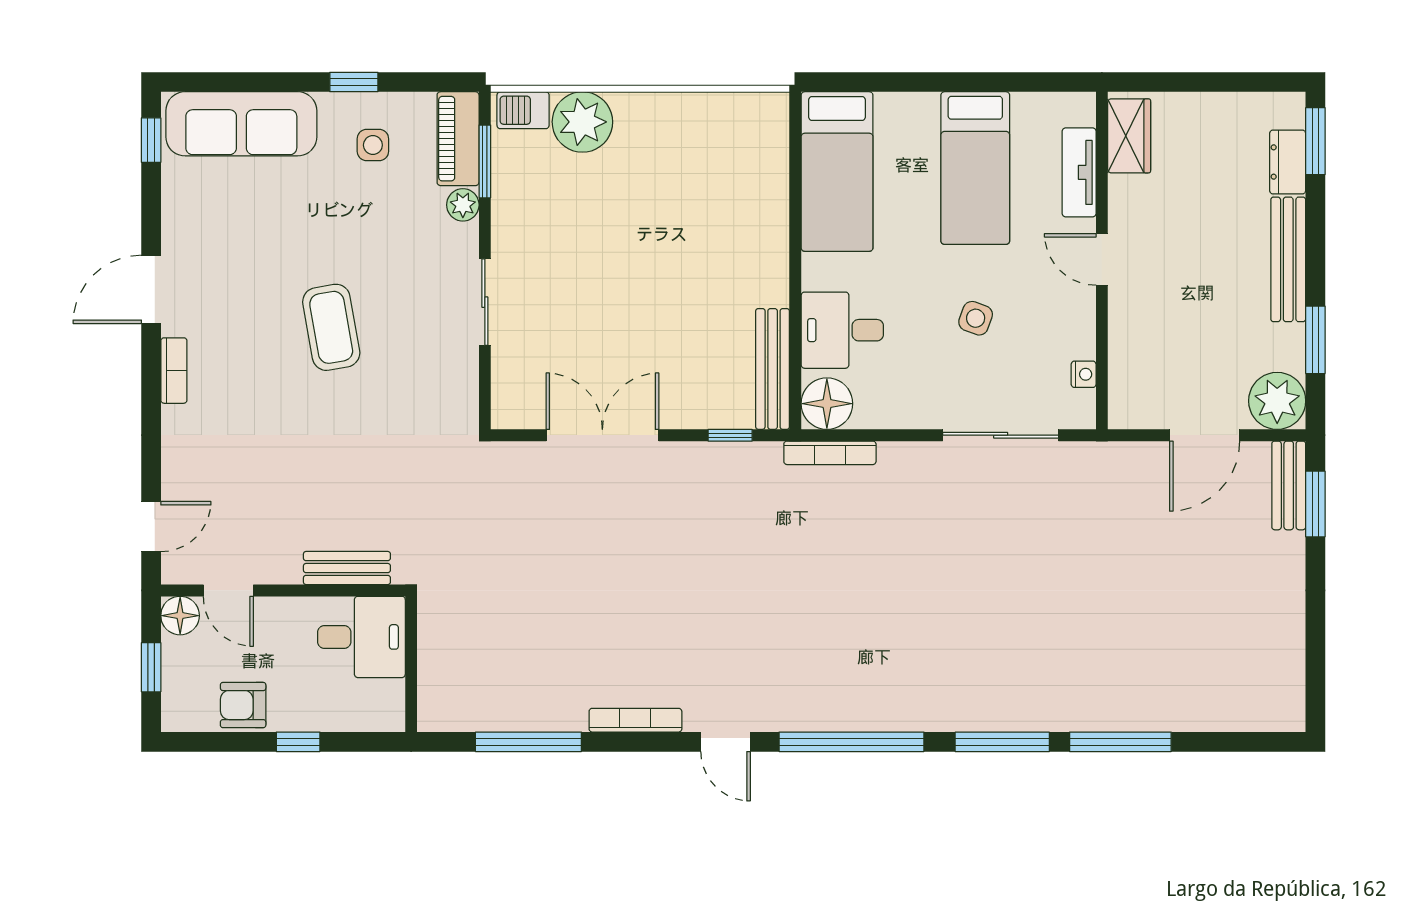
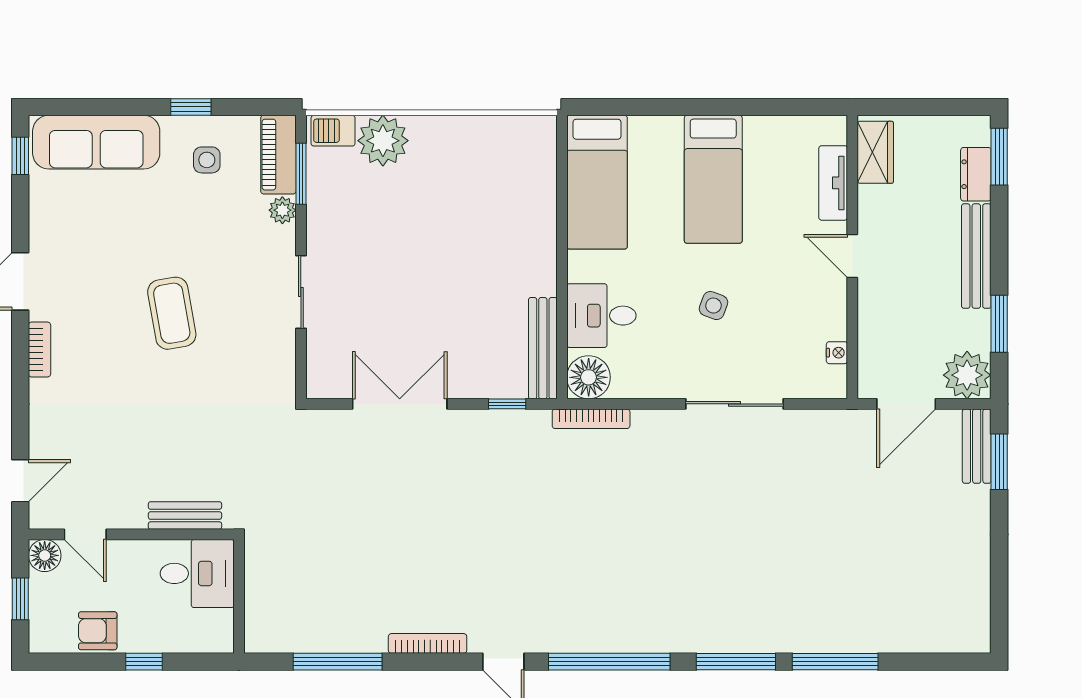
wardrobe: (1129, 136) -> (875, 152), moved
tv unit: (1079, 172) -> (833, 183), moved
door: (1102, 259) -> (852, 256), moved
wall: (1102, 261) -> (852, 257), moved
nightstand: (1084, 374) -> (837, 353), moved

